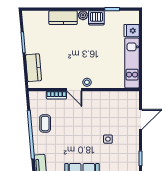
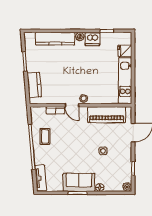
kitchen counter: (63, 18) -> (55, 39), width x1.50
piano: (112, 100) -> (107, 115), added

